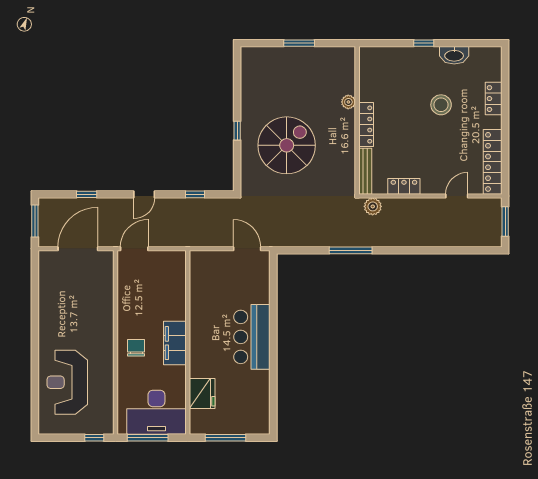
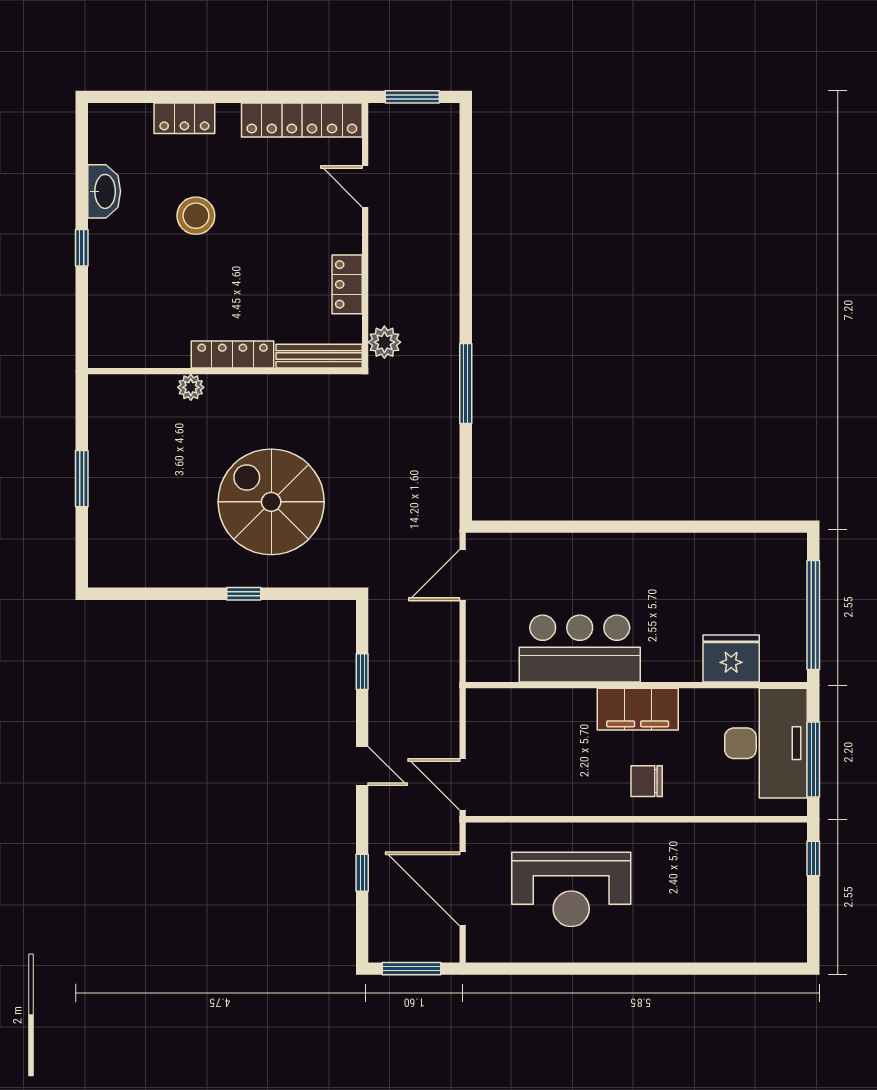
bar counter: (252, 337) -> (580, 649), moved, turned 180
reception desk: (67, 382) -> (571, 889), moved
window: (226, 438) -> (813, 615), width x1.46

